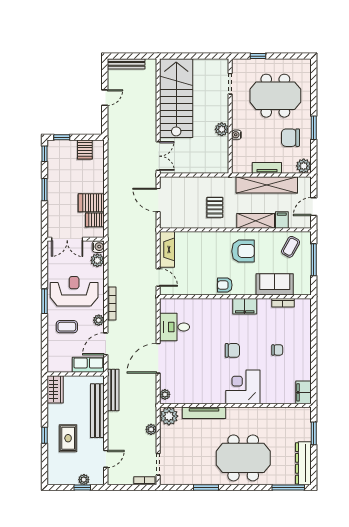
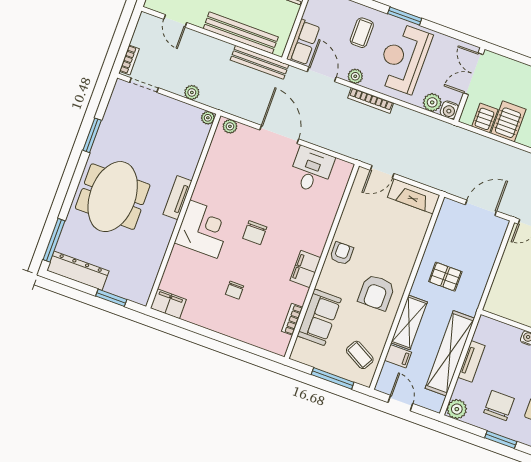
reception desk: (74, 291) -> (404, 58), turned 180
tv unit: (204, 413) -> (177, 198), moved, width x0.71
plant: (169, 416) -> (208, 118), width x0.53, depth x0.53

